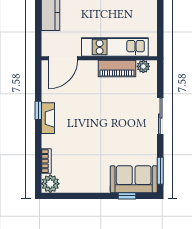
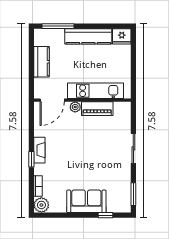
plant: (143, 66) -> (75, 107), moved
window: (38, 110) -> (31, 159), moved
sofa: (134, 179) -> (86, 201), moved

